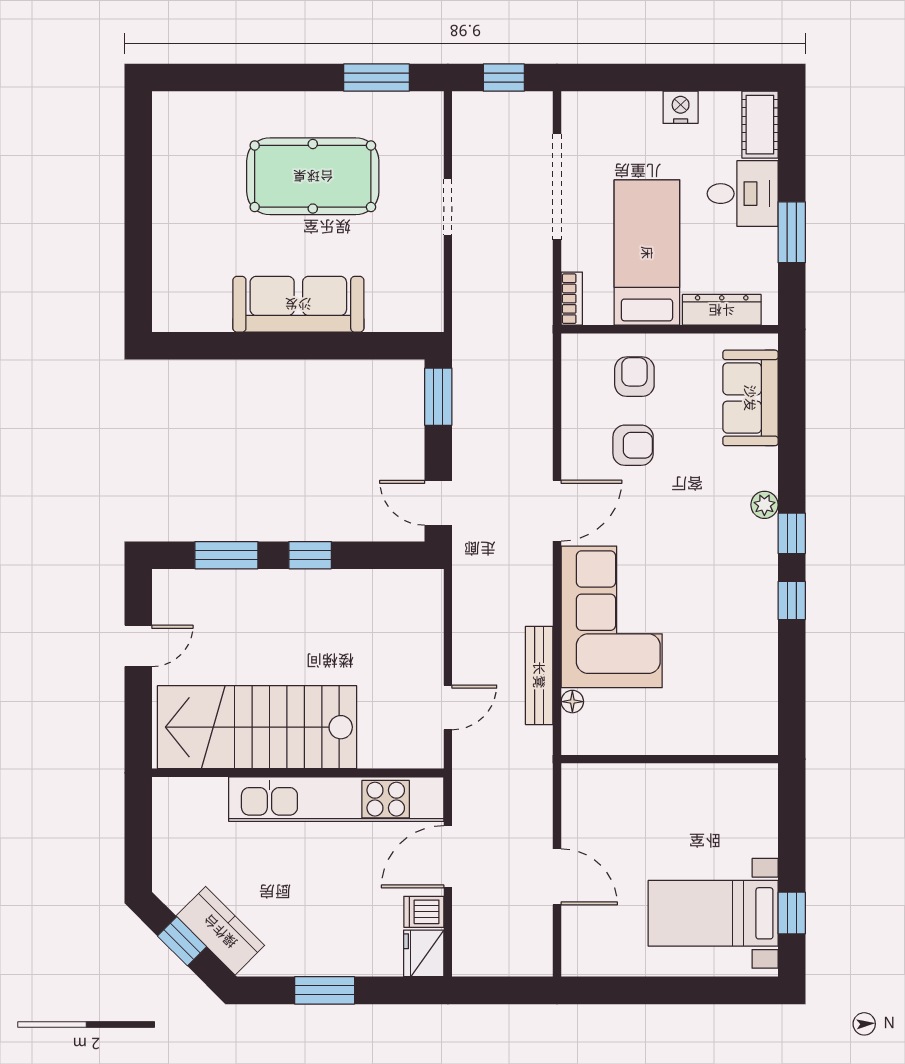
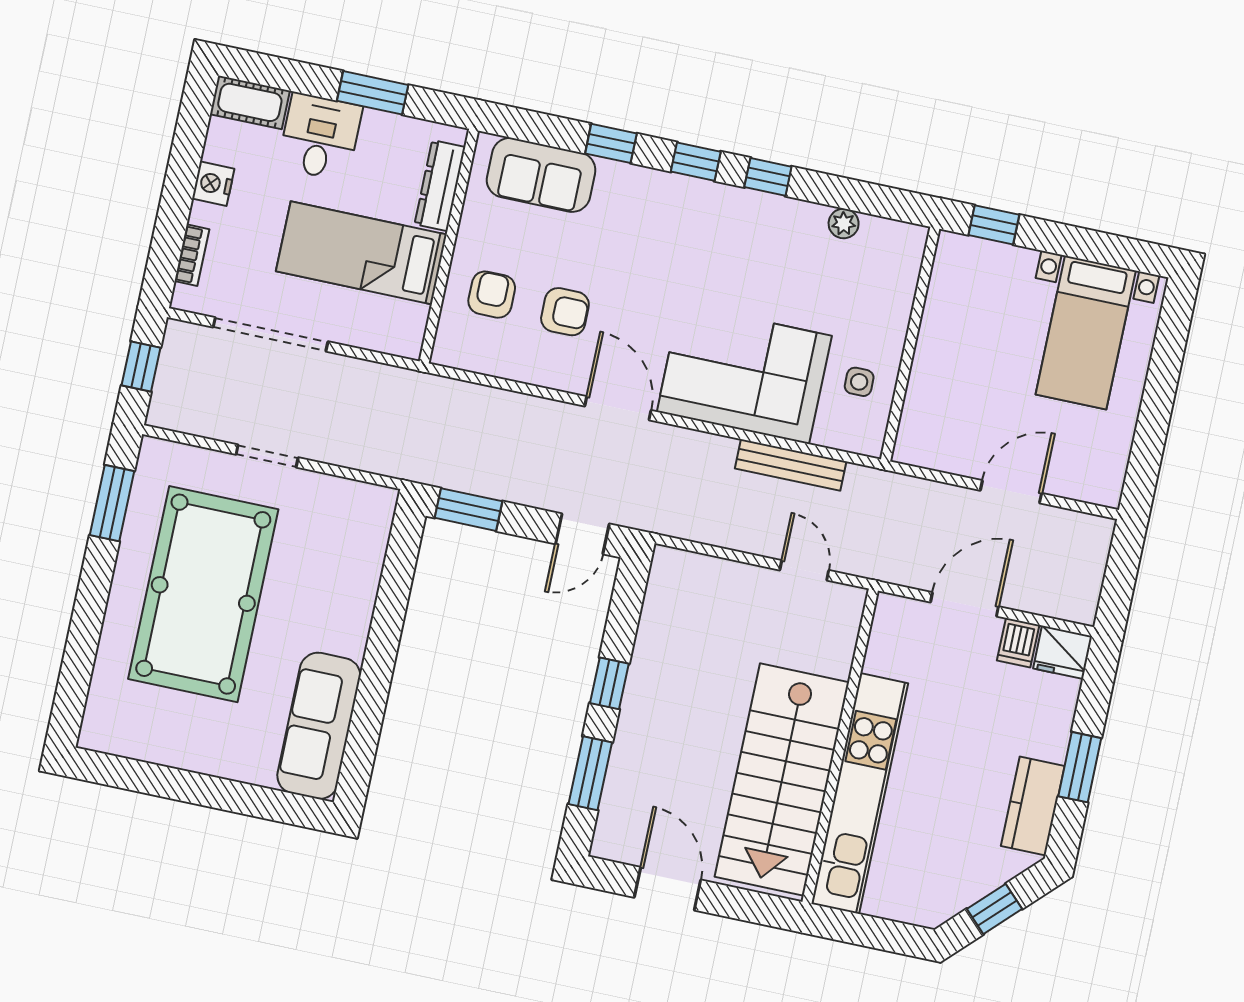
pool table: (313, 176) -> (203, 594), width x1.36, depth x1.32
bookcase: (572, 299) -> (192, 255), moved, turned 90
sofa: (298, 304) -> (319, 726), moved
armchair: (634, 377) -> (492, 295), turned 90
armchair: (633, 445) -> (565, 312), turned 90
window: (792, 454) -> (611, 143), added
plant: (764, 505) -> (844, 223), moved
door: (138, 646) -> (667, 889), width x1.38
floor lamp: (572, 702) -> (826, 435), removed
side table: (626, 721) -> (859, 382), added
kitchen unit: (336, 799) -> (860, 793), moved
door: (448, 857) -> (964, 604), swing flipped
window: (792, 913) -> (994, 225), moved
kitchen counter: (220, 931) -> (1033, 806), moved, turned -45

